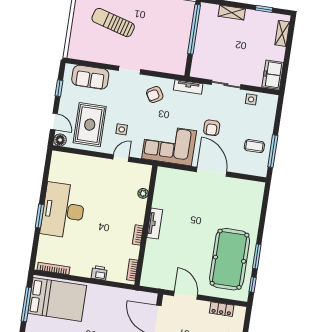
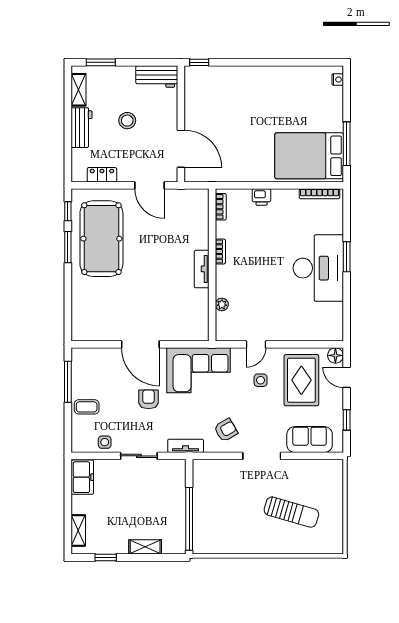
doorway: (130, 70) -> (262, 456), width x1.38
coffee table: (254, 146) -> (87, 407), moved

